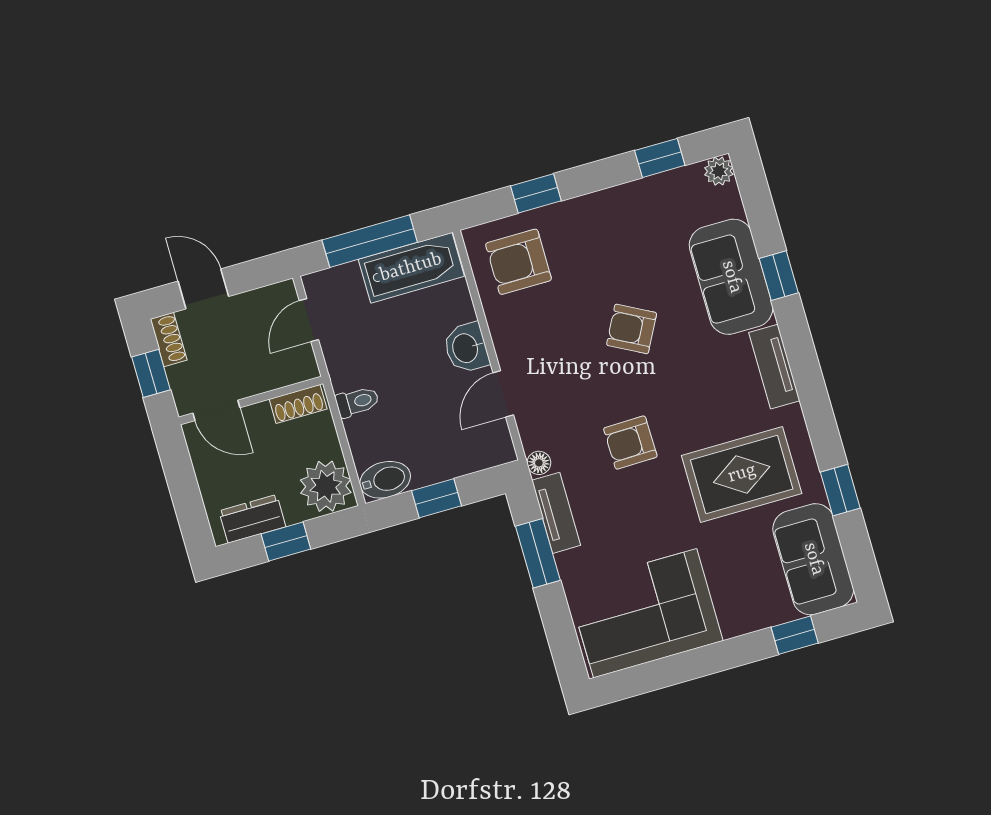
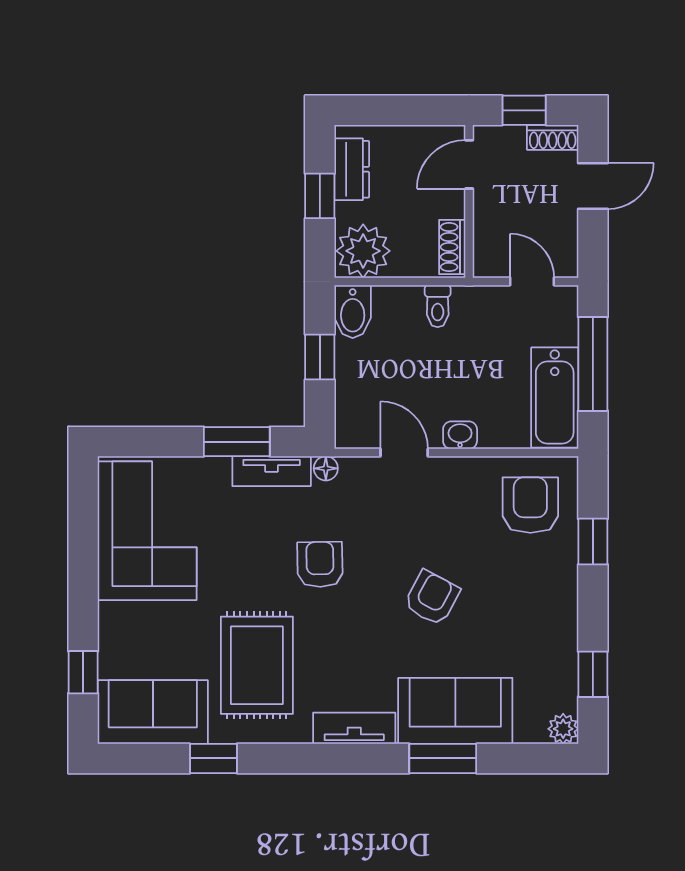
window: (779, 276) -> (443, 758), width x1.50
washbasin: (466, 348) -> (460, 435), width x0.72, depth x0.69

